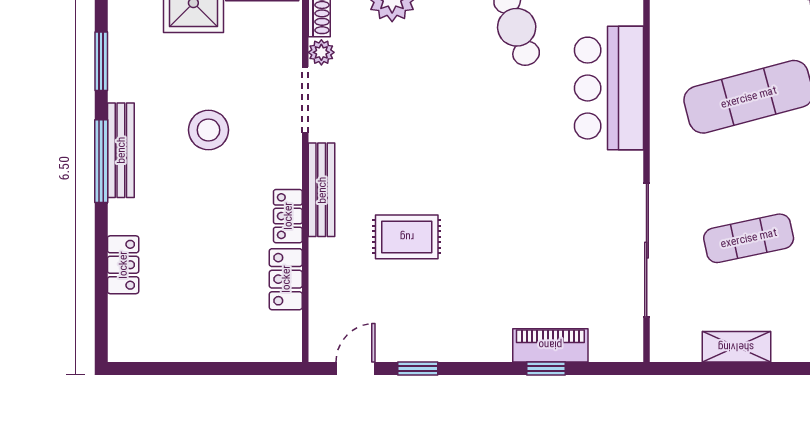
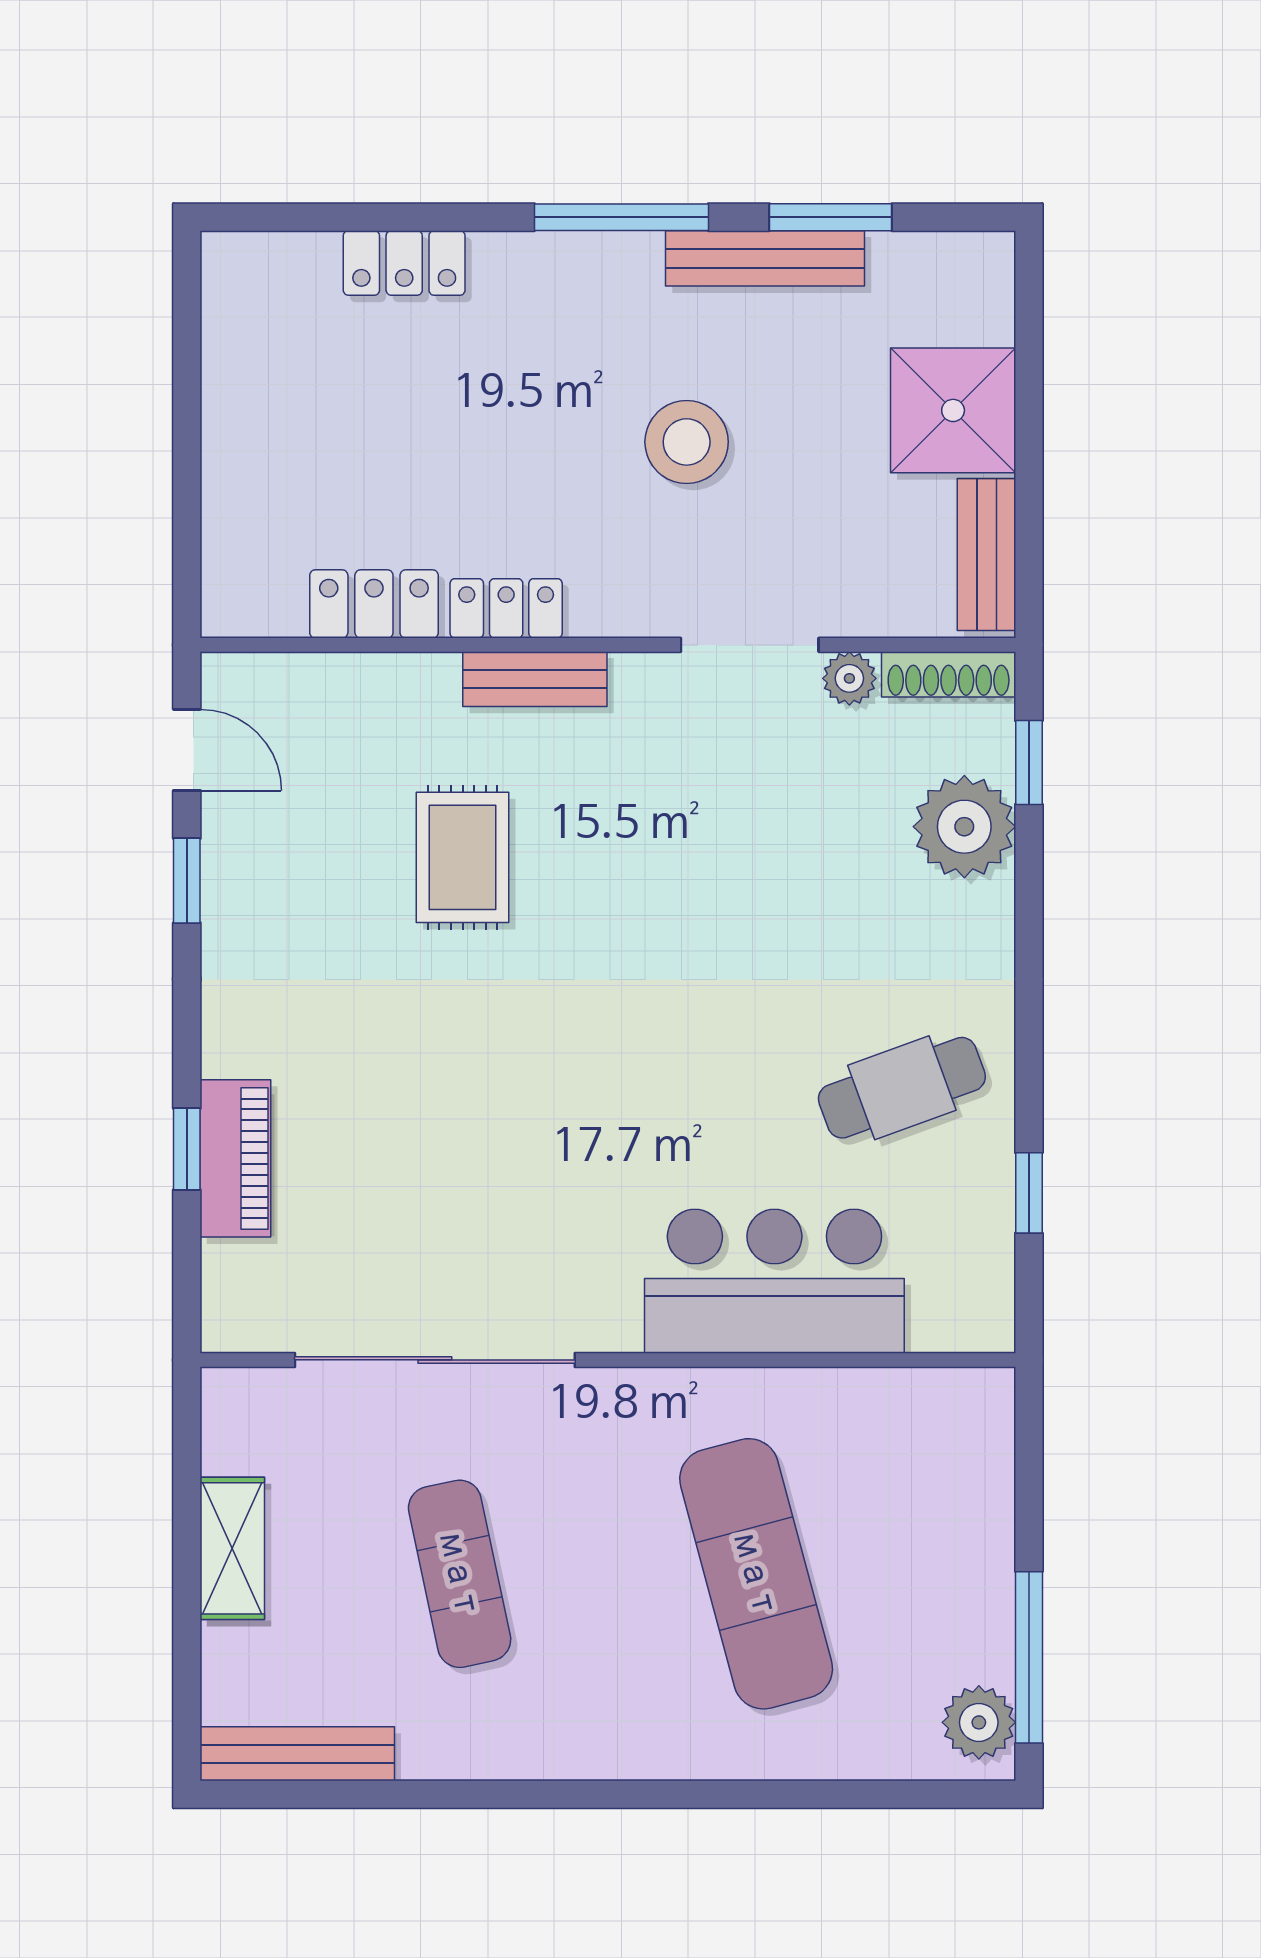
bench: (121, 150) -> (765, 258), moved
bench: (322, 190) -> (535, 679), width x0.73

